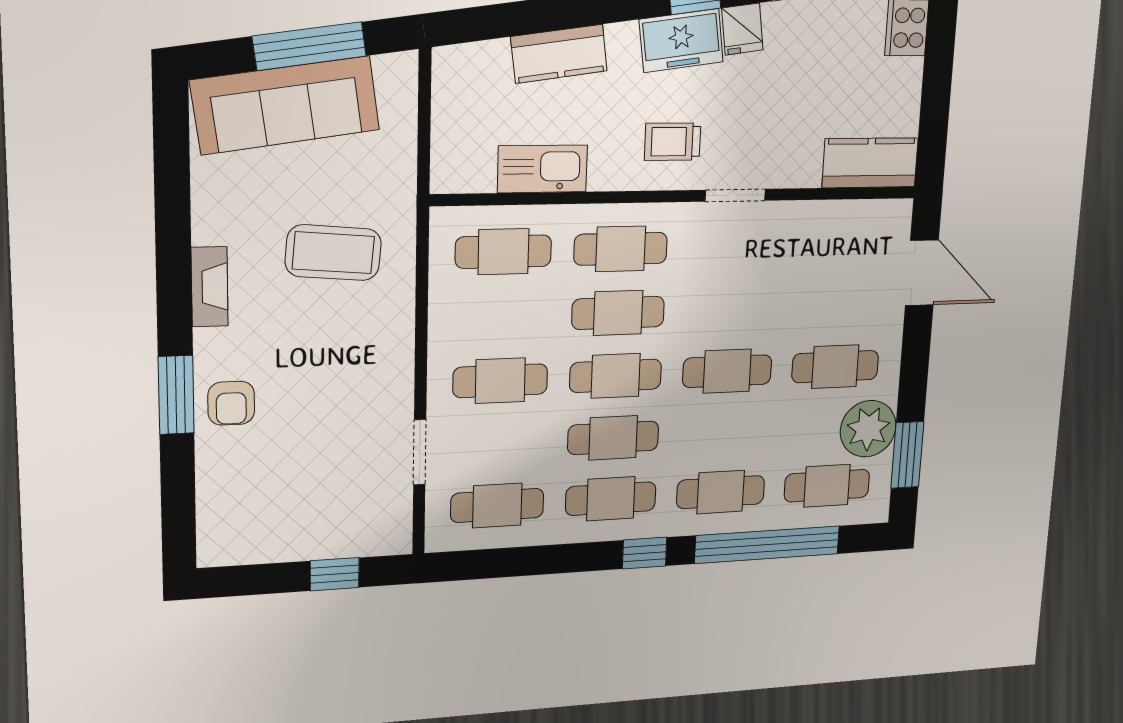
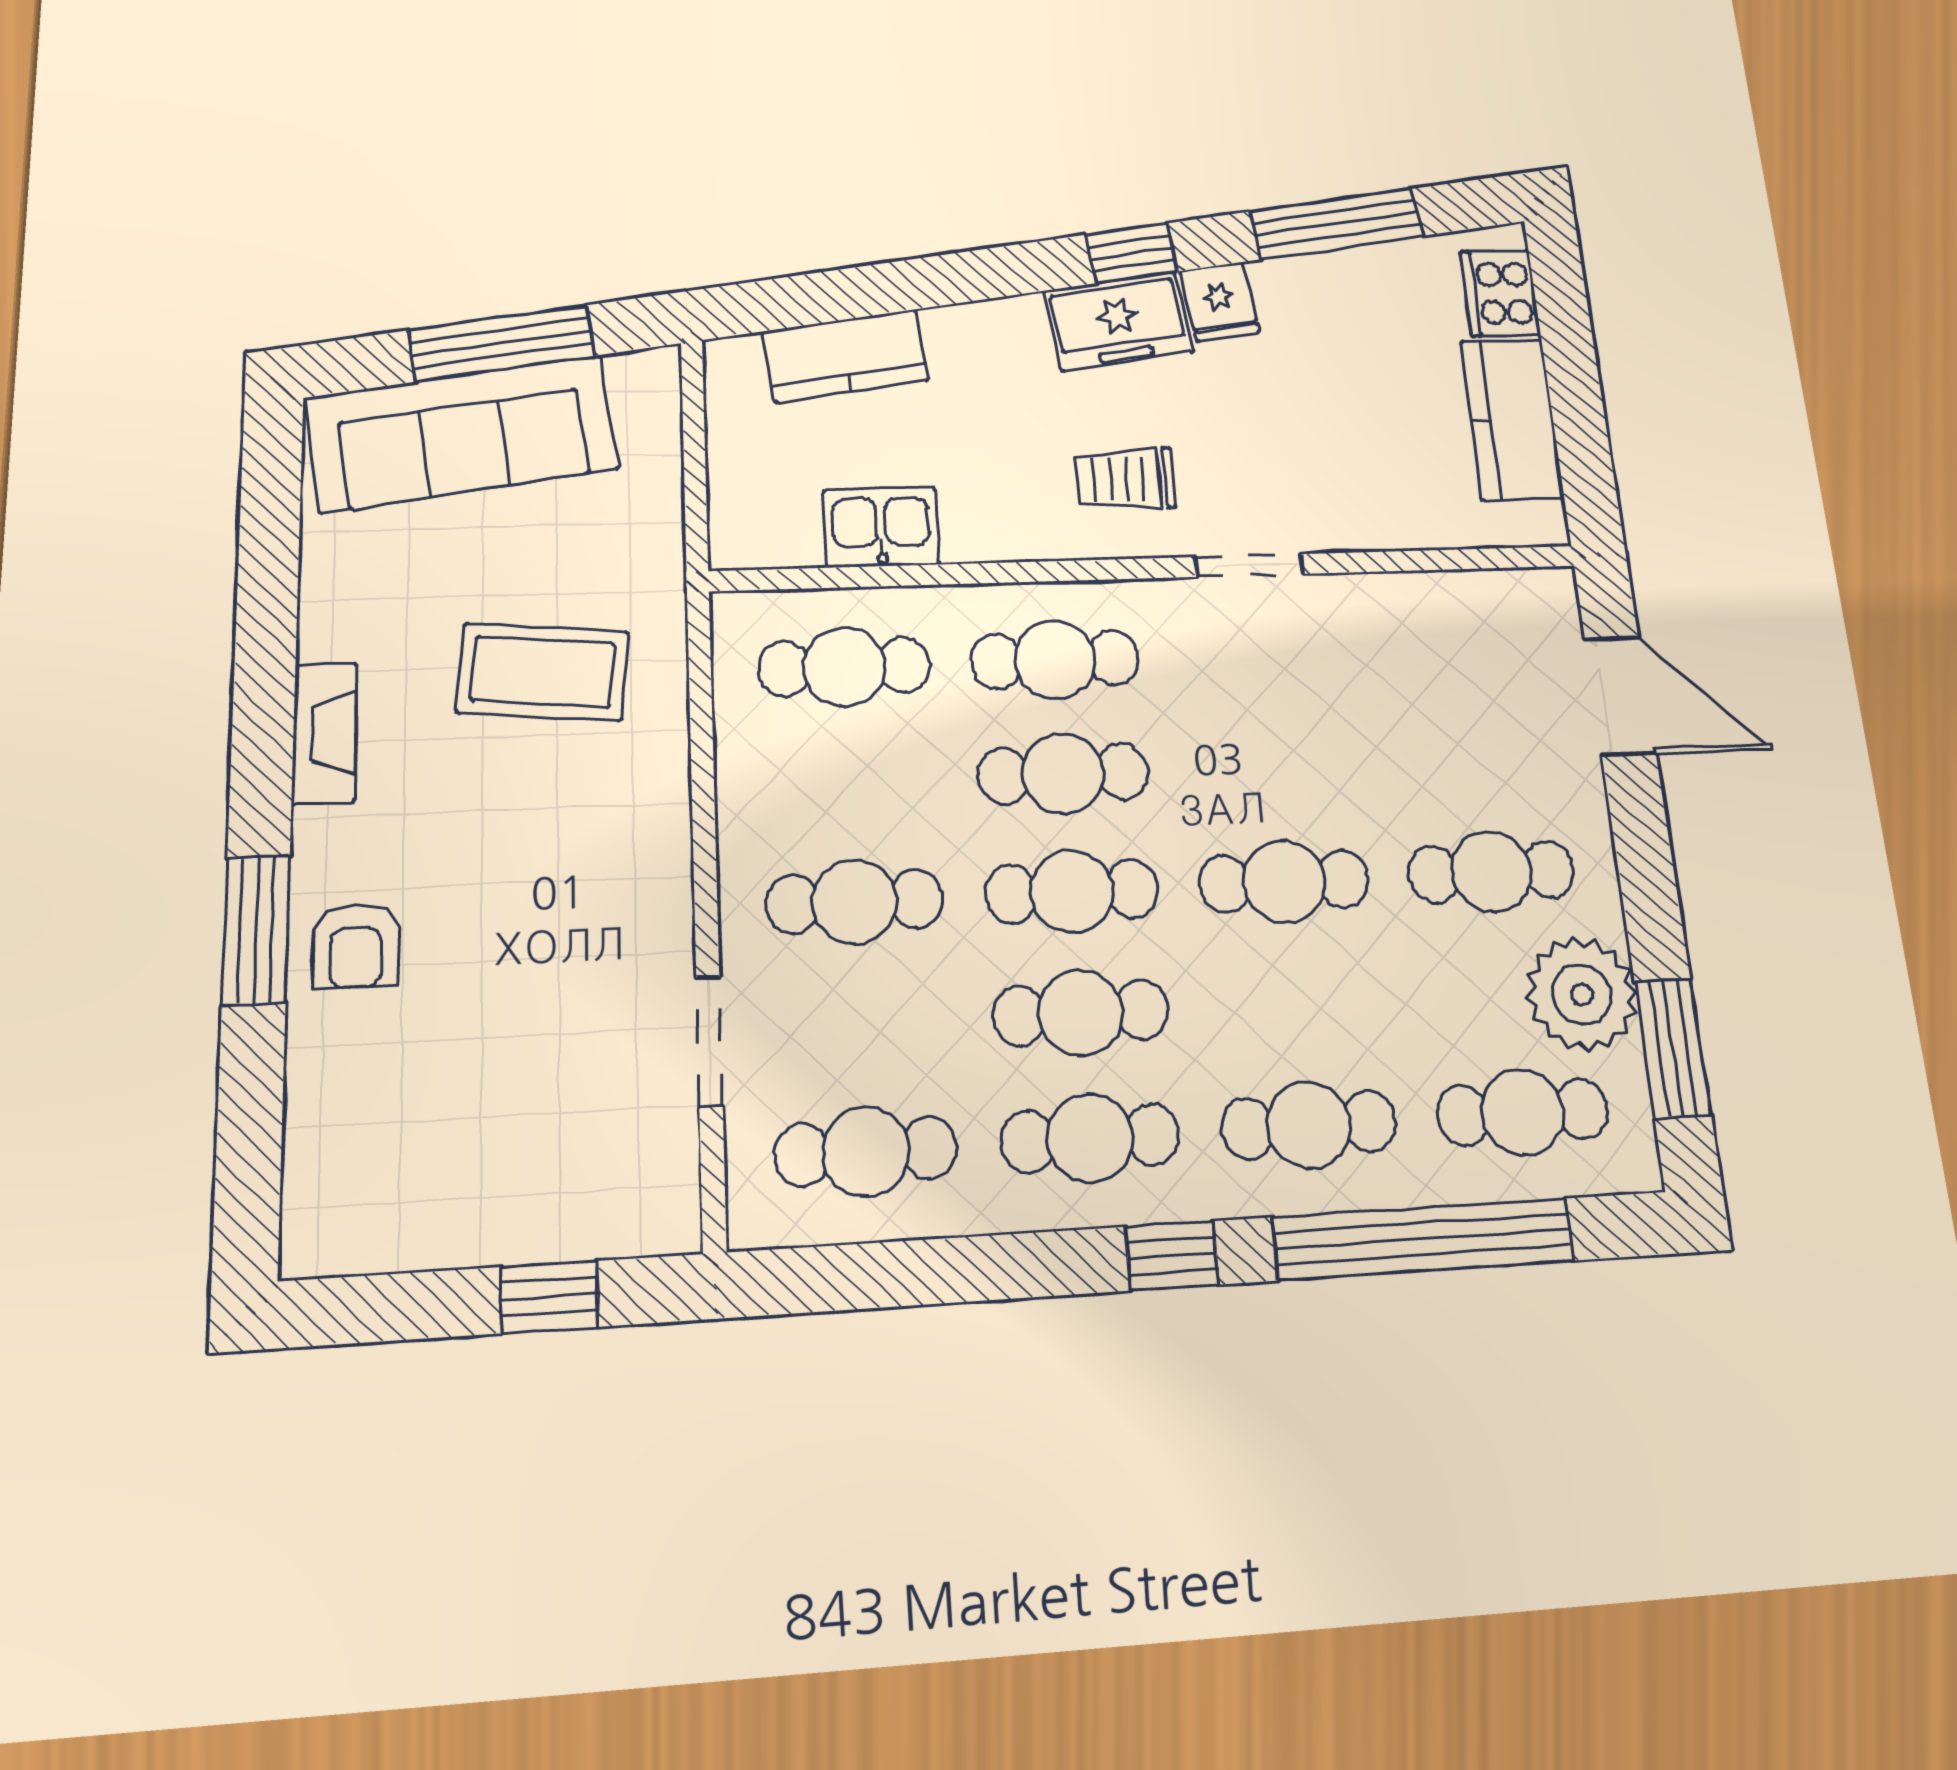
kitchen counter: (559, 54) -> (845, 356), moved
kitchen counter: (870, 163) -> (1512, 419), moved, turned -90
kitchen sink: (542, 169) -> (881, 527), width x0.73

